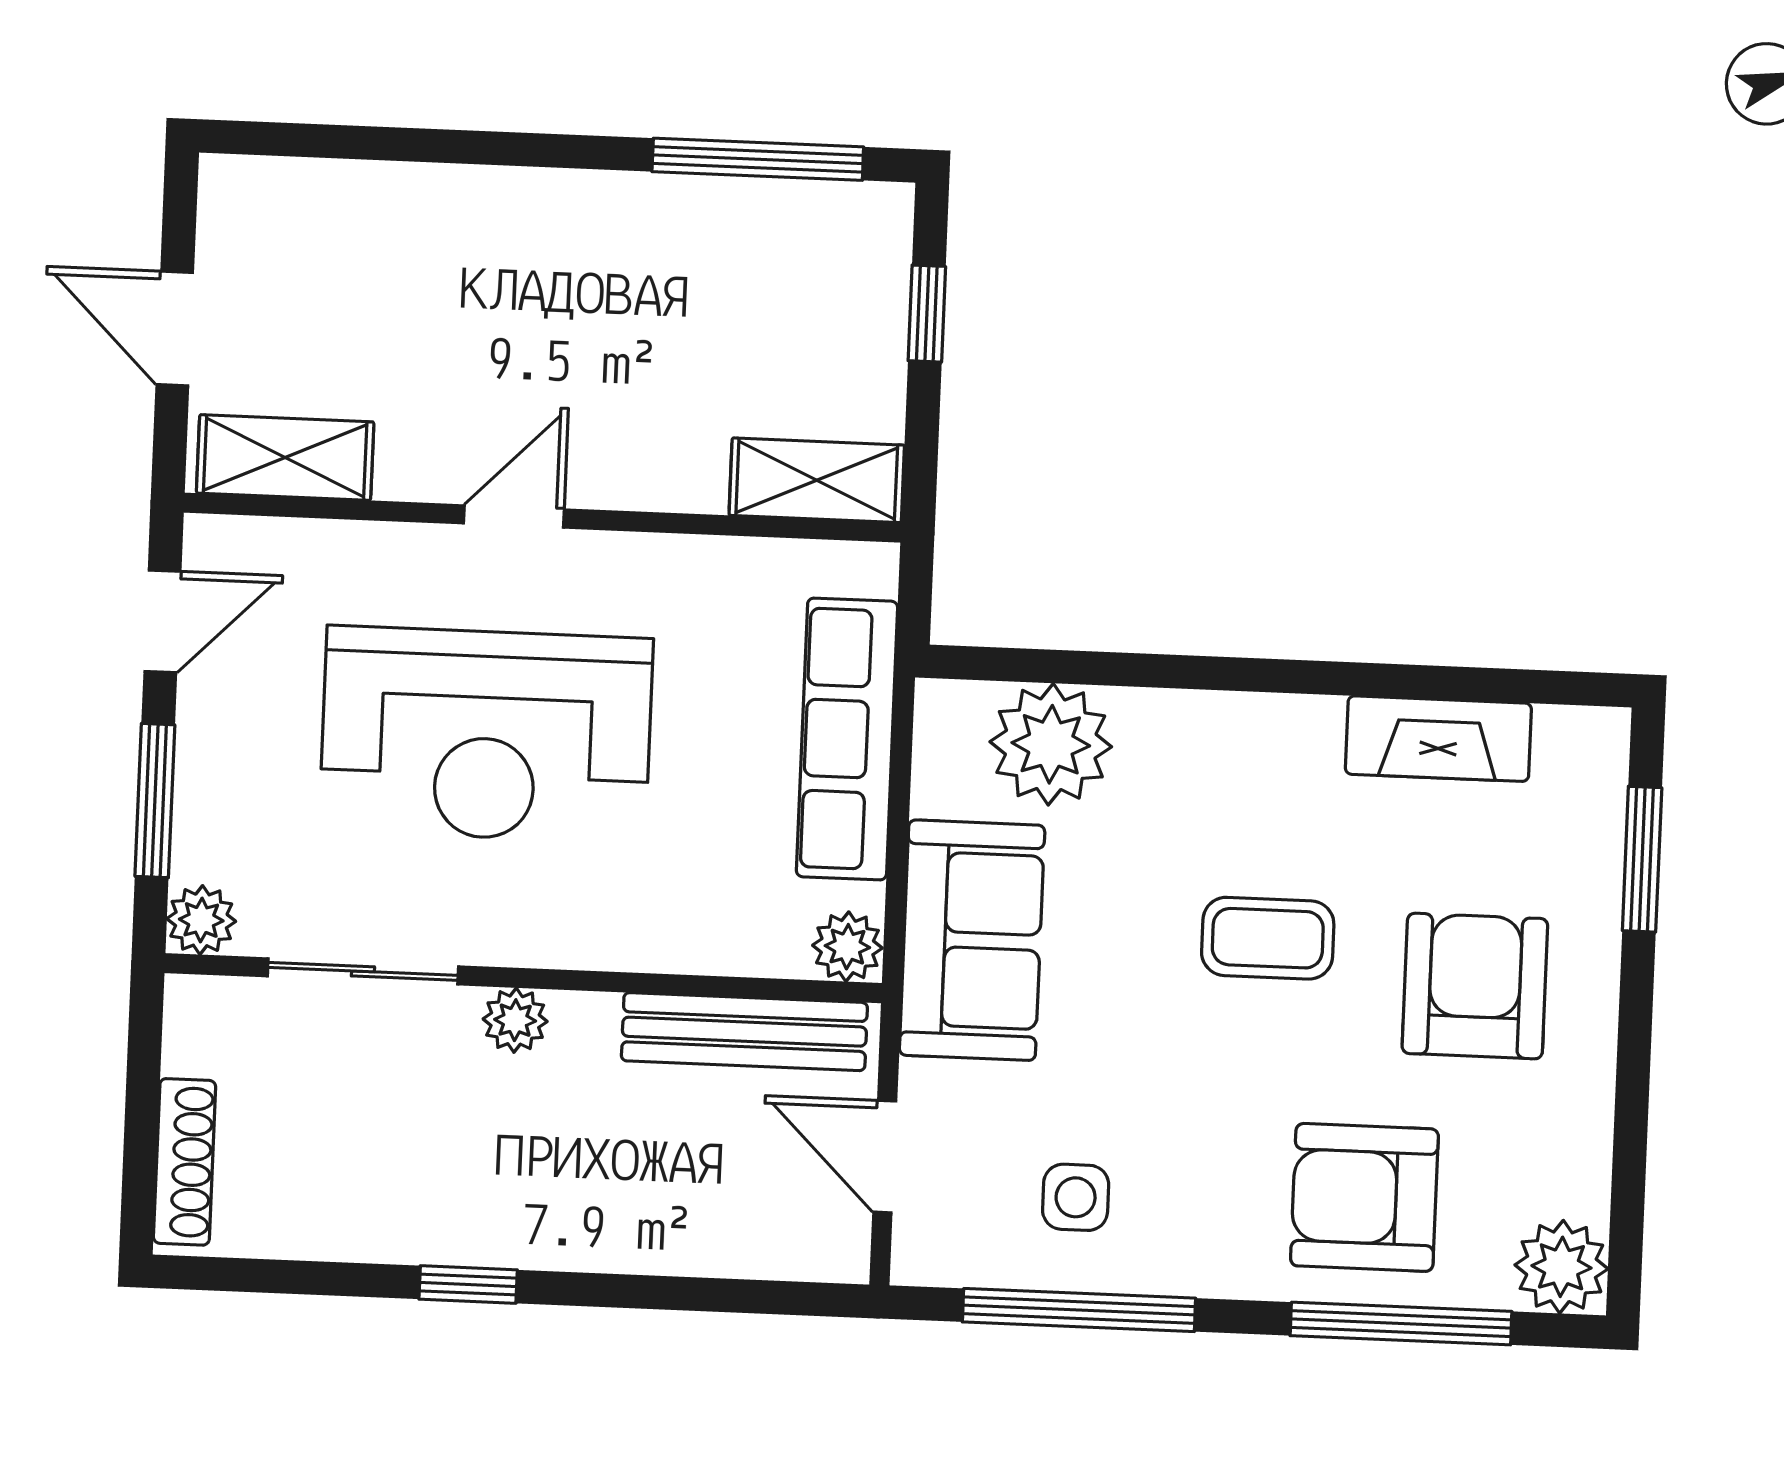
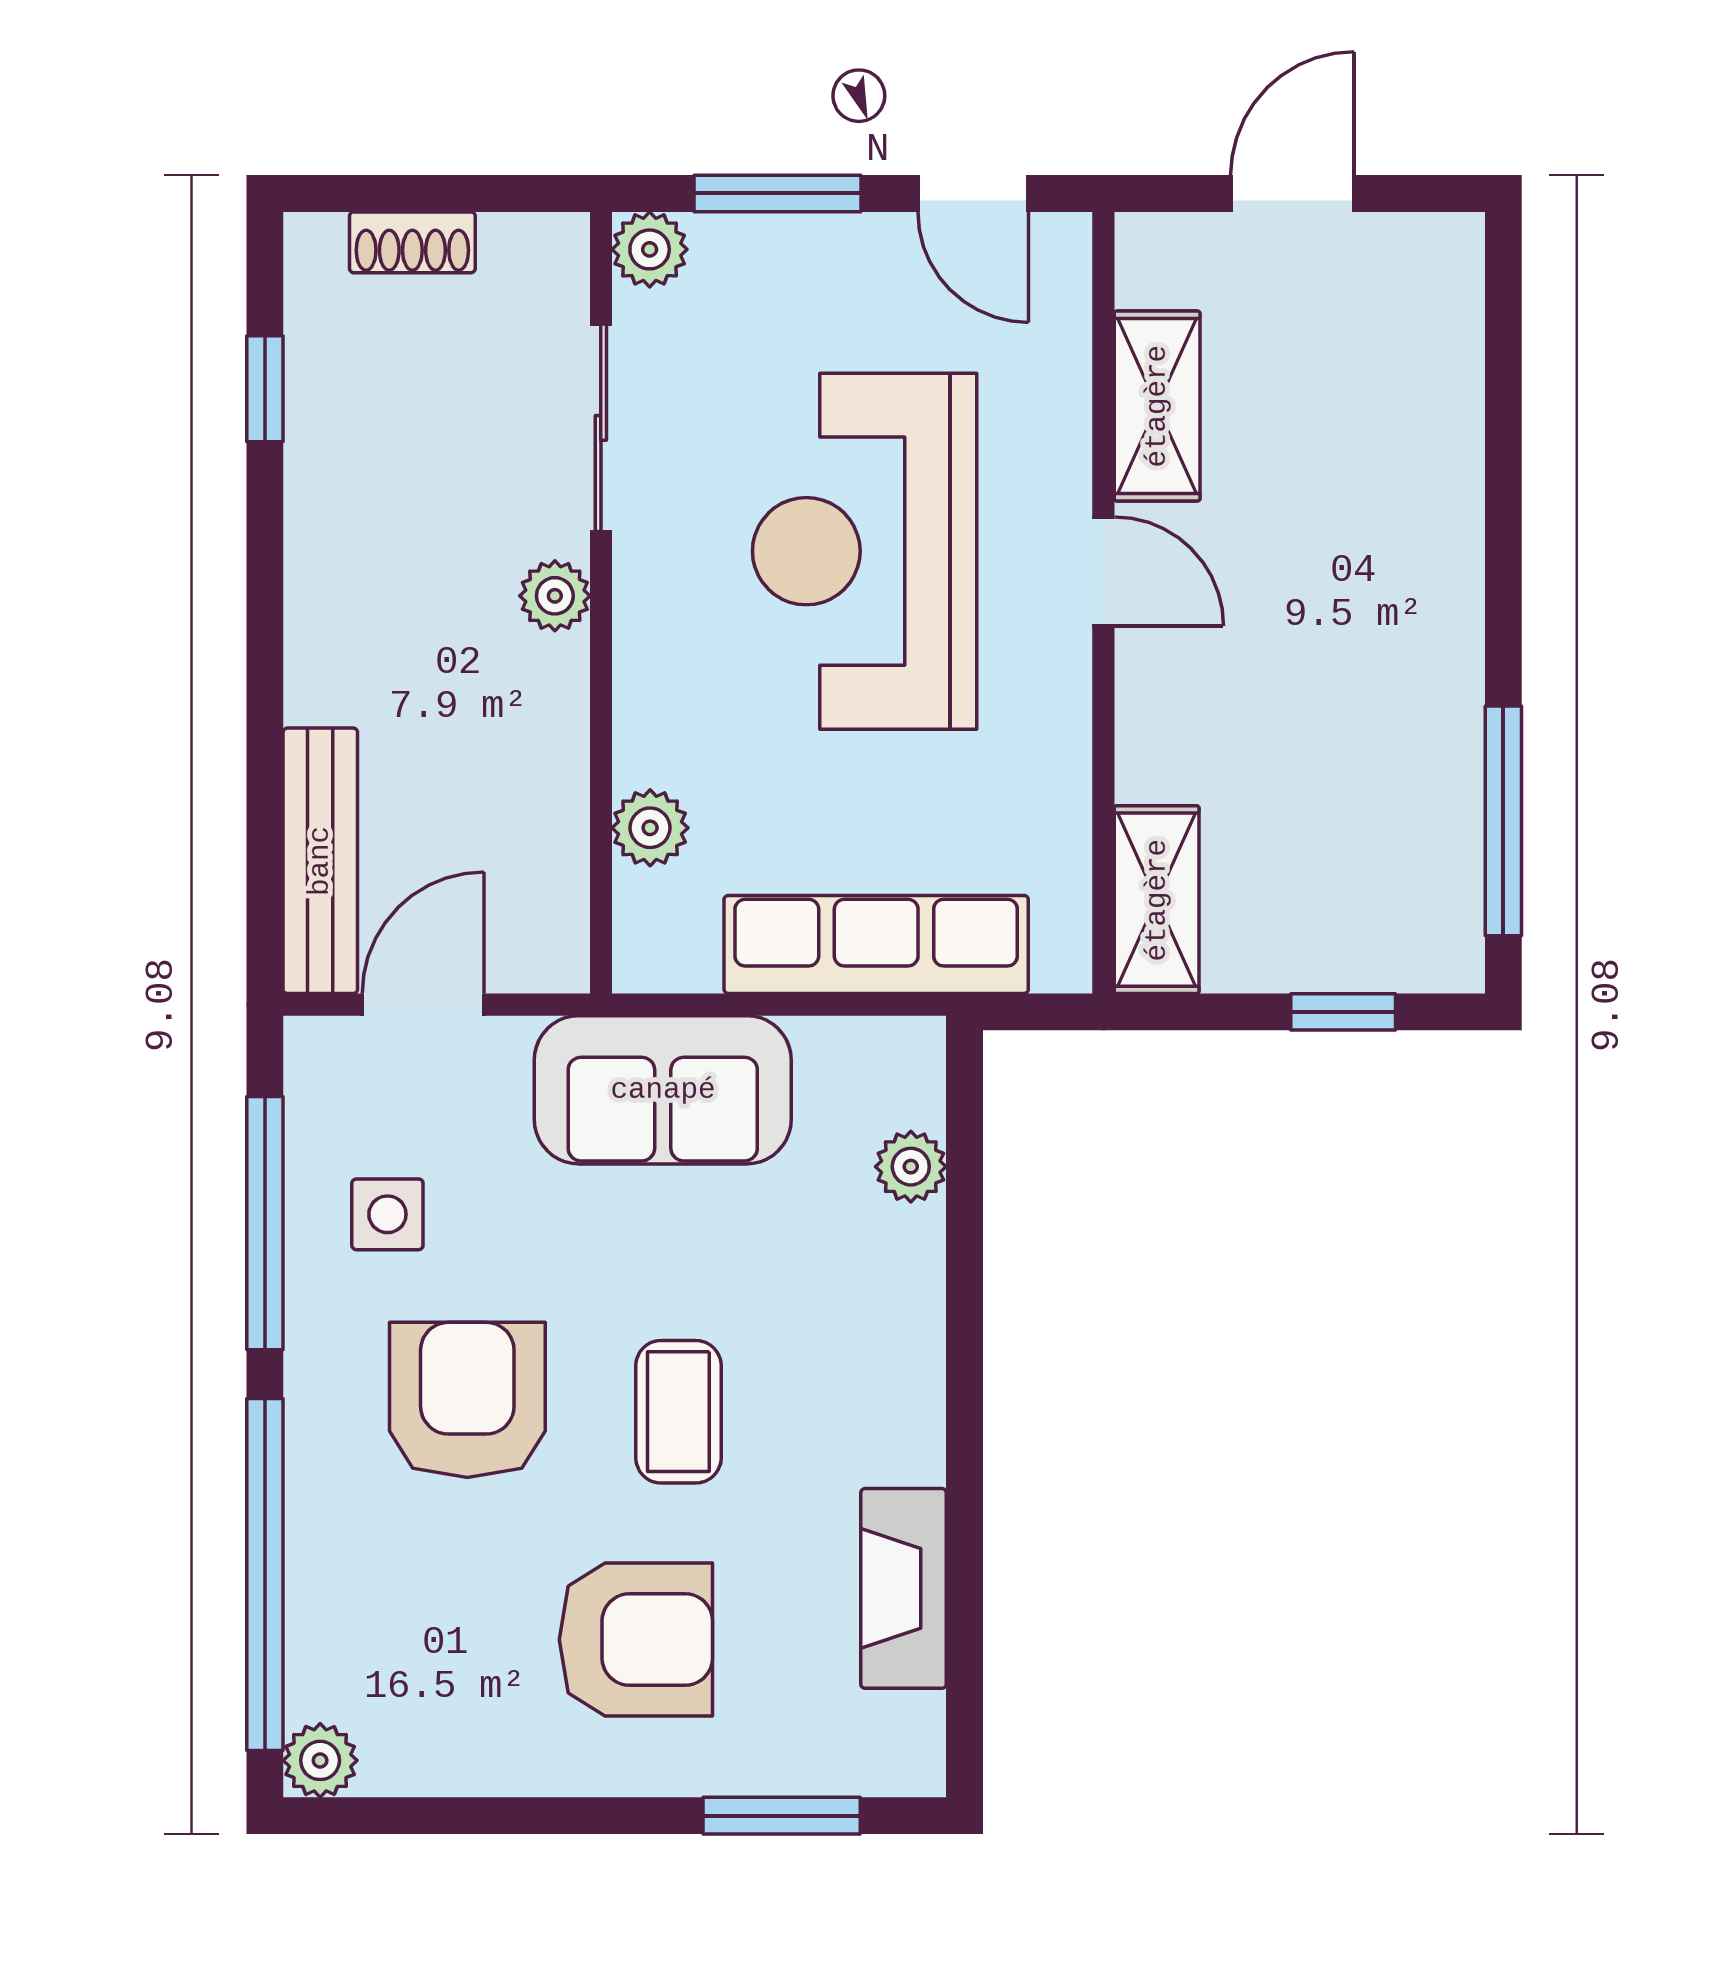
shelving: (285, 458) -> (1157, 406), moved
plant: (1051, 744) -> (911, 1167), width x0.53, depth x0.53
plant: (847, 947) -> (650, 828), moved
bench: (744, 1032) -> (320, 861), moved
shoe rack: (185, 1162) -> (412, 242), width x0.70
armchair: (1364, 1197) -> (467, 1400), moved
plant: (1561, 1267) -> (320, 1760), width x0.73, depth x0.73
window: (468, 1284) -> (265, 389), moved
window: (1401, 1324) -> (265, 1574), width x1.46

